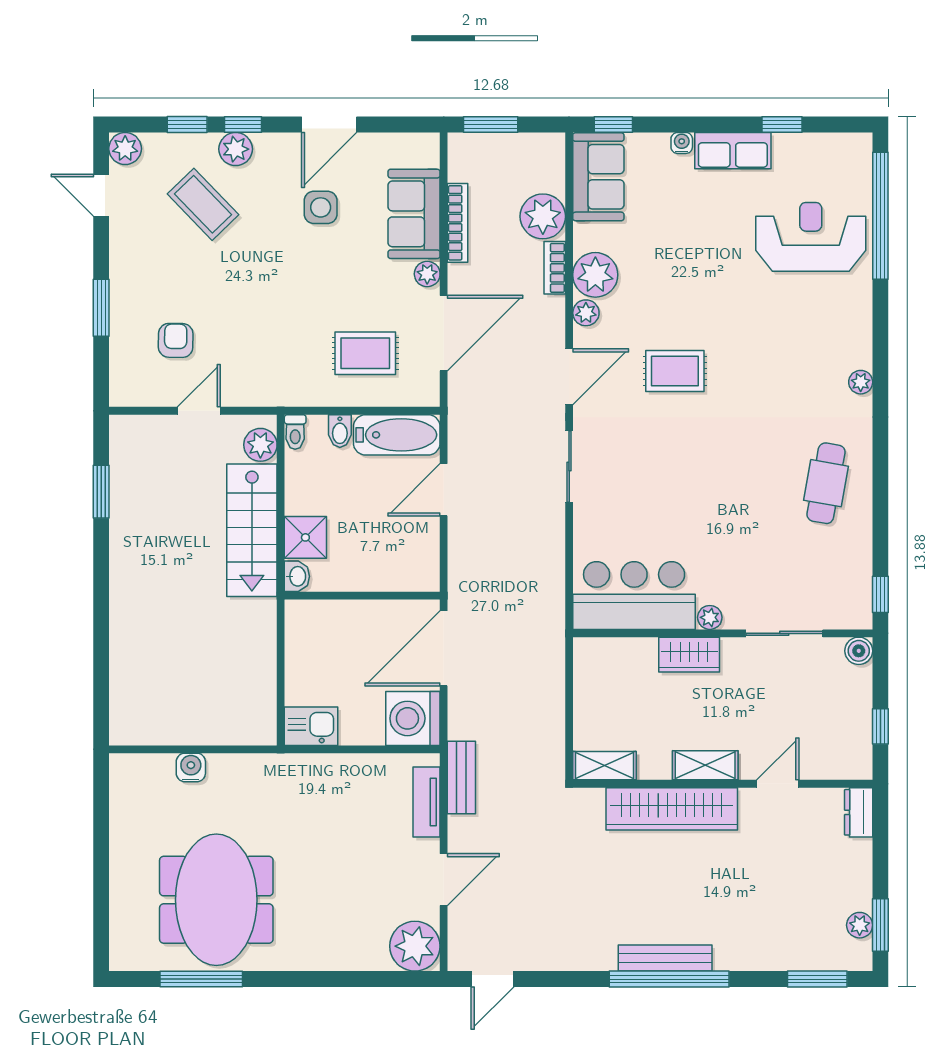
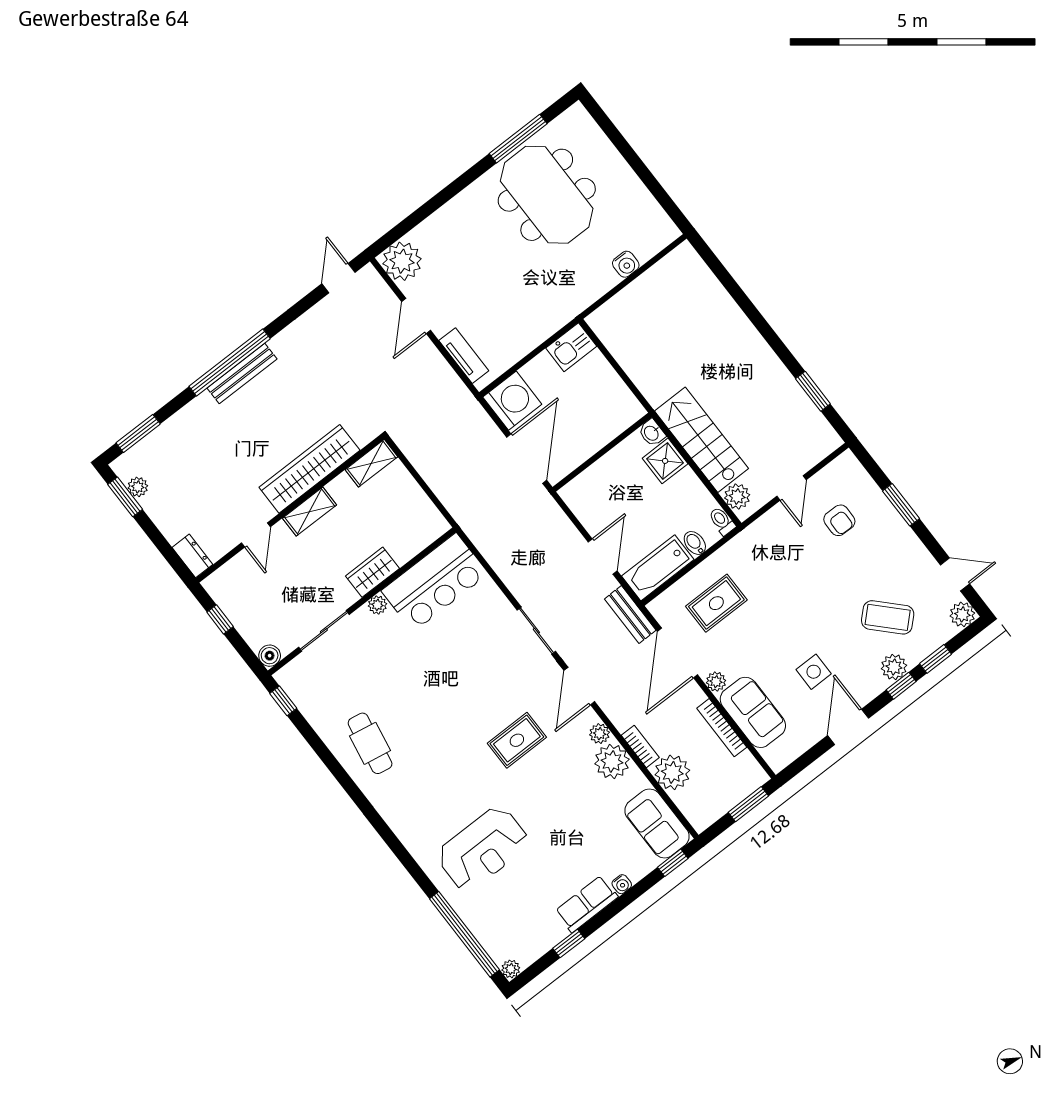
reception desk: (811, 237) -> (483, 849), moved
plant: (861, 382) -> (511, 969), moved
bench: (461, 777) -> (630, 615), moved

